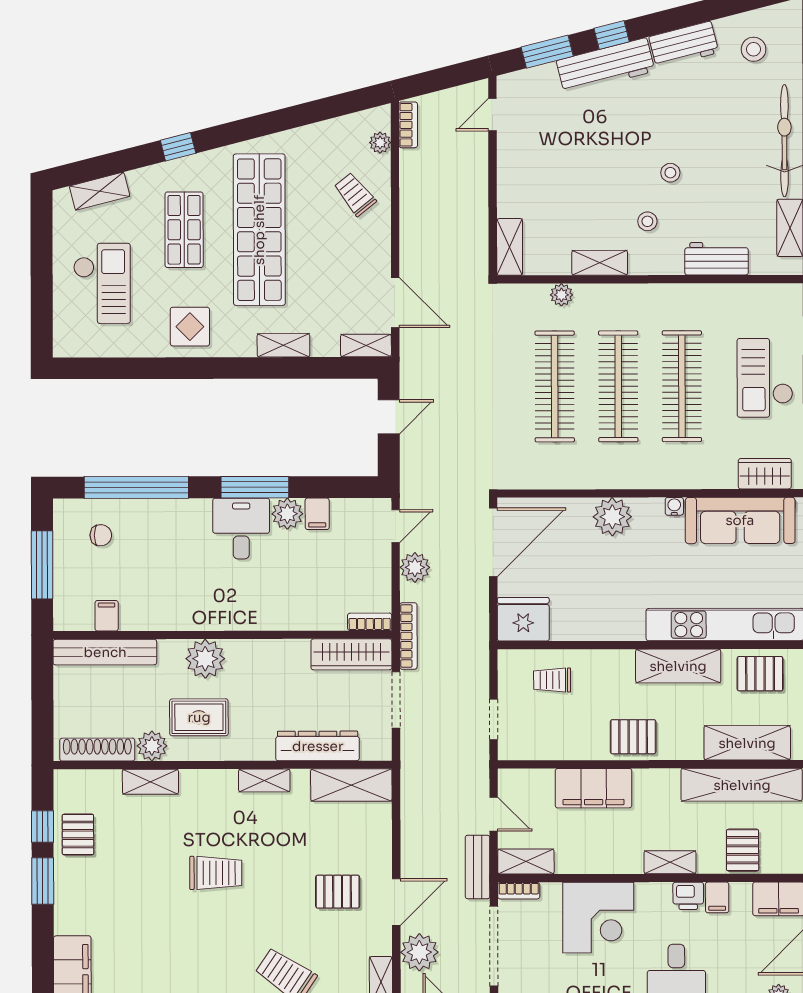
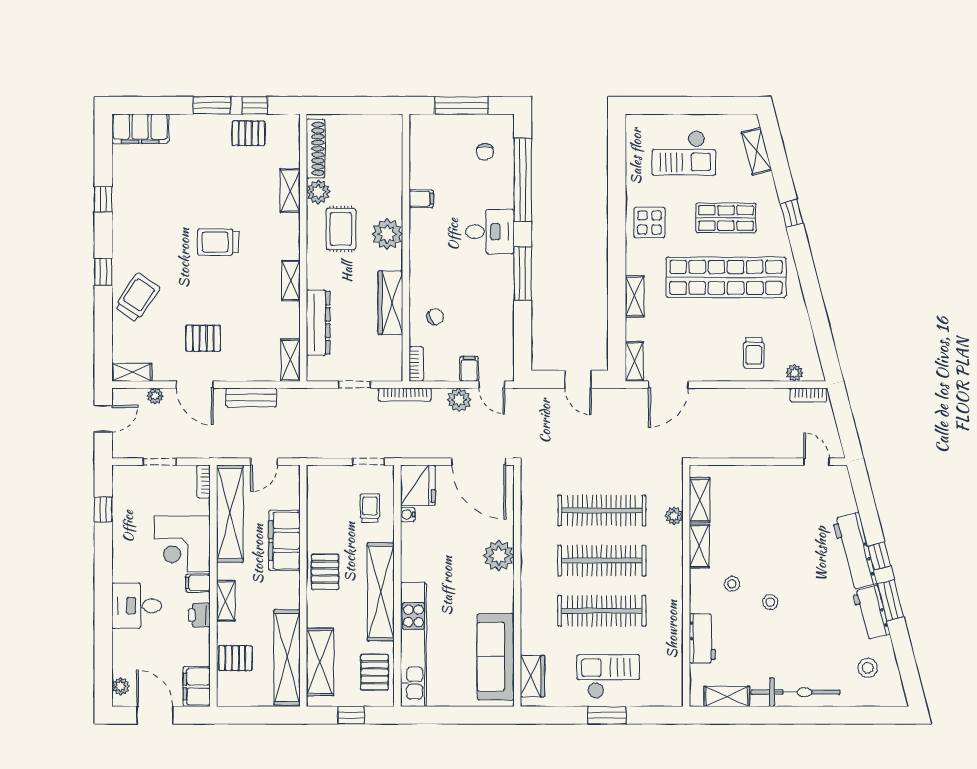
window: (547, 52) -> (891, 600), moved
trolley: (355, 194) -> (754, 353), turned 129
shelving: (510, 247) -> (700, 500), moved, turned 90
water cooler: (674, 506) -> (408, 514), moved, turned 180
plant: (287, 514) -> (502, 299), removed
filing cabinet: (317, 514) -> (469, 369), moved, turned 90
desk: (241, 529) -> (490, 232), moved
chair: (310, 598) -> (435, 317), added
filing cabinet: (107, 616) -> (421, 199), moved
bench: (105, 652) -> (393, 155), removed
wardrobe: (351, 654) -> (390, 303), moved
shelving: (678, 666) -> (381, 592), width x1.47
doorway: (396, 700) -> (354, 385), width x0.73
doorway: (493, 719) -> (369, 462), moved
shelving: (351, 785) -> (290, 360), width x0.67, depth x0.75
shelving: (526, 862) -> (230, 514), width x2.20, depth x1.33
bench: (478, 867) -> (251, 397), moved
trolley: (216, 873) -> (218, 242), turned 90
pallet: (338, 892) -> (203, 338), turned 90
filing cabinet: (717, 897) -> (198, 583), moved
doorway: (494, 946) -> (160, 462), width x0.53
plant: (419, 952) -> (155, 396), width x0.53, depth x0.53

